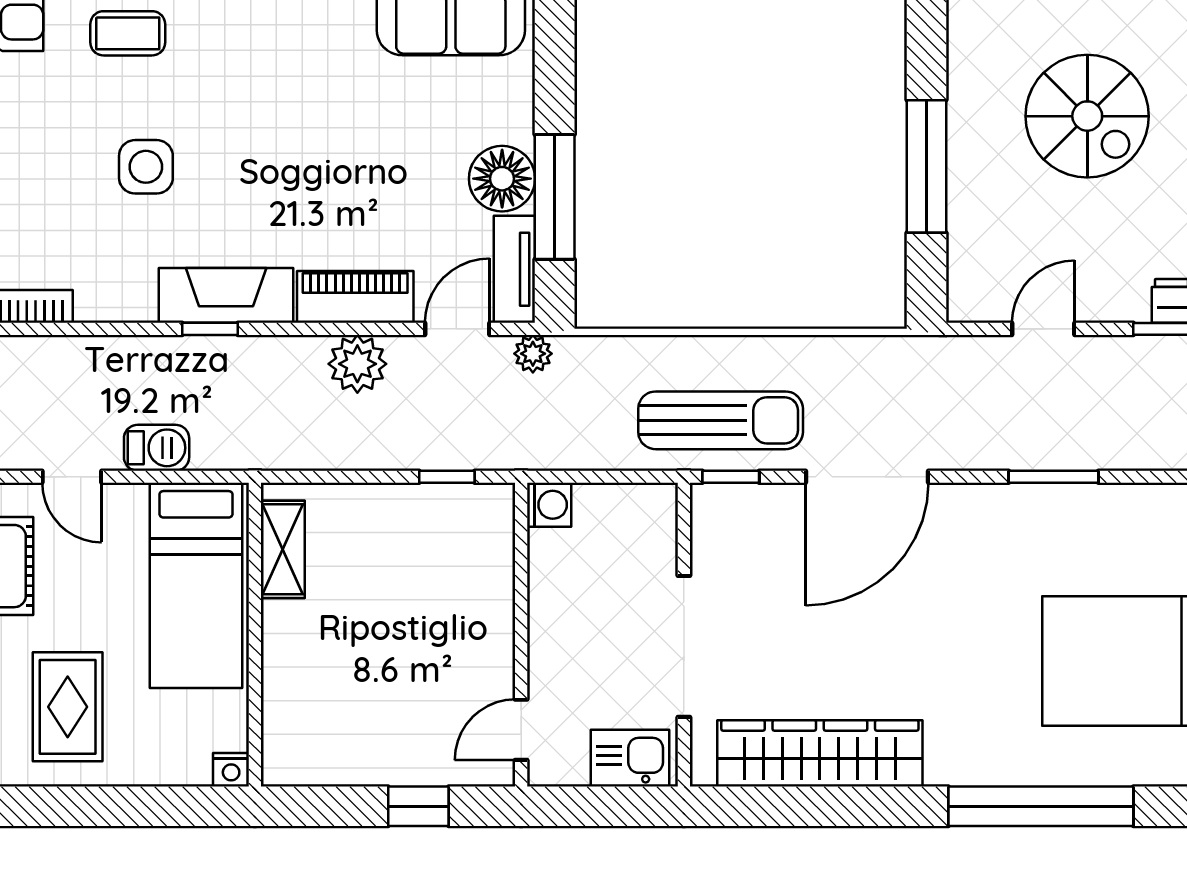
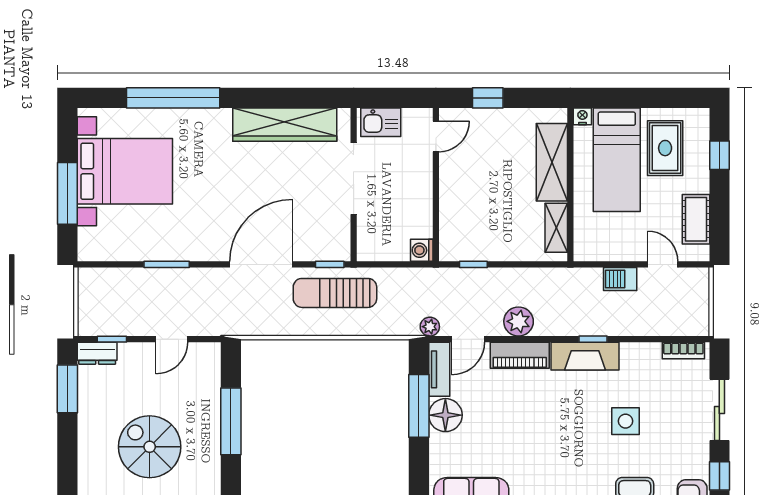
bed: (196, 585) -> (617, 160), moved, turned 180
shelving: (291, 679) -> (552, 162), added

